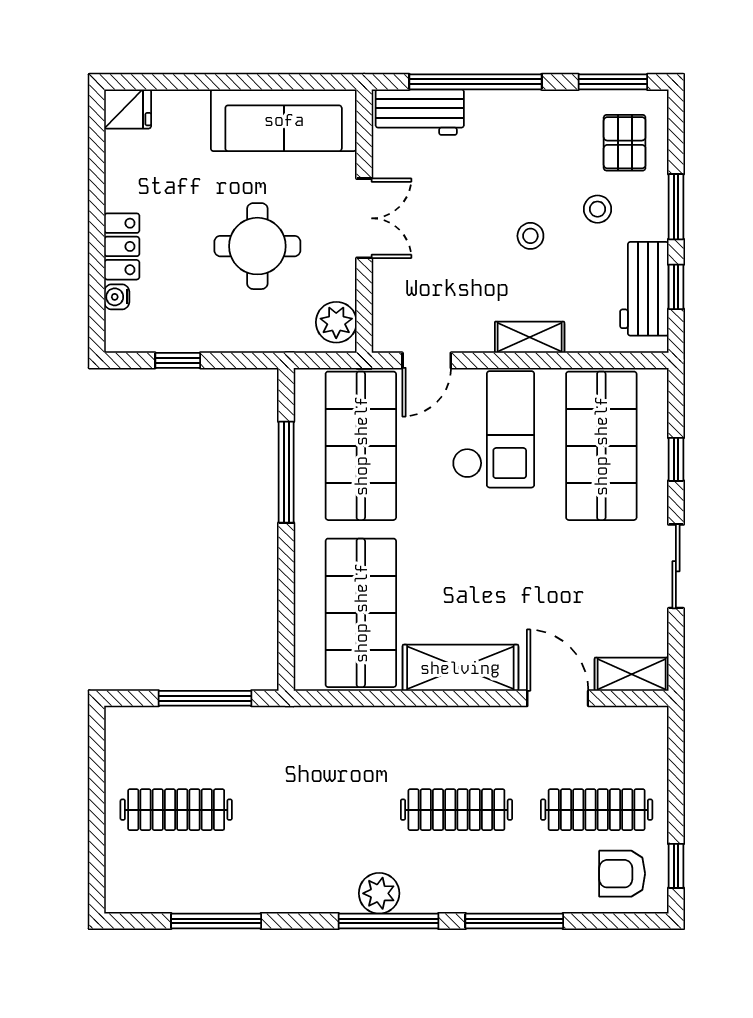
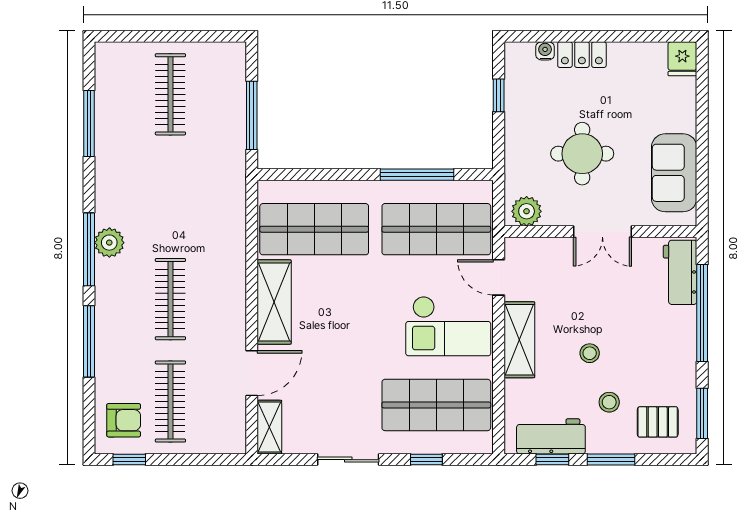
sofa: (284, 120) -> (674, 173), width x0.73
shelving: (530, 337) -> (519, 340), width x1.50, depth x1.33
armchair: (622, 874) -> (124, 420), turned 90

